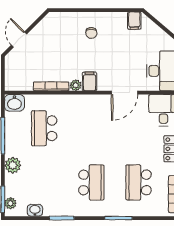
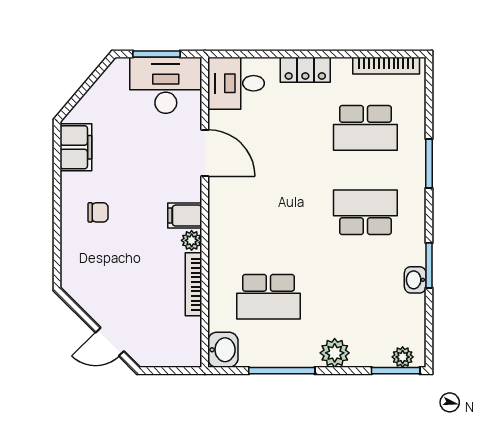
filing cabinet: (134, 21) -> (76, 147), width x2.00
washbasin: (35, 210) -> (415, 280), moved

